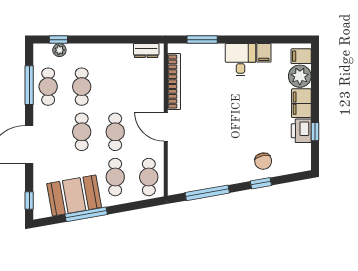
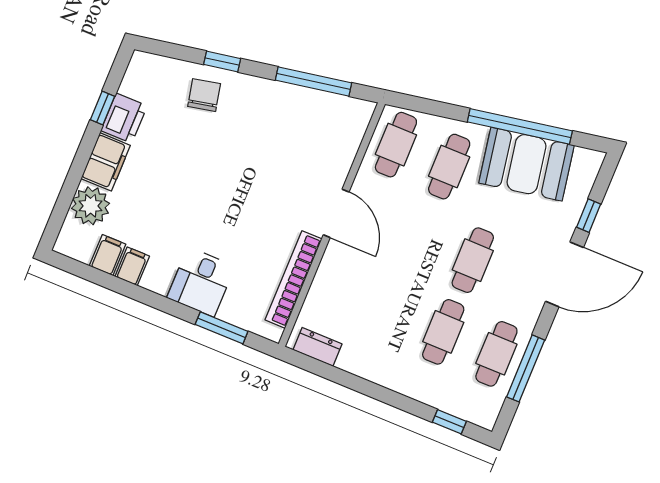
plant: (59, 50) -> (455, 404), removed
filing cabinet: (301, 56) -> (108, 255), moved, turned -90
desk: (241, 60) -> (201, 282), moved
cafe table: (115, 132) -> (420, 238), removed
window: (29, 200) -> (589, 216), moved
window: (86, 214) -> (520, 126), width x1.46

